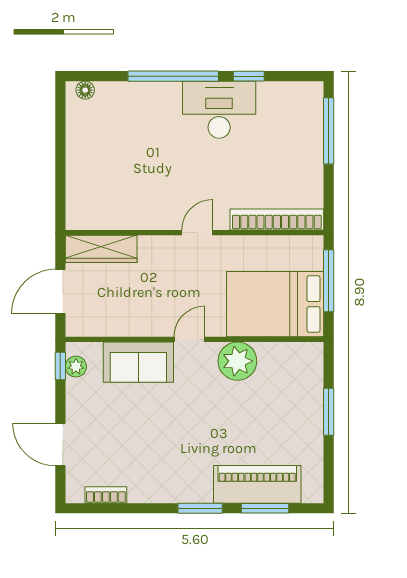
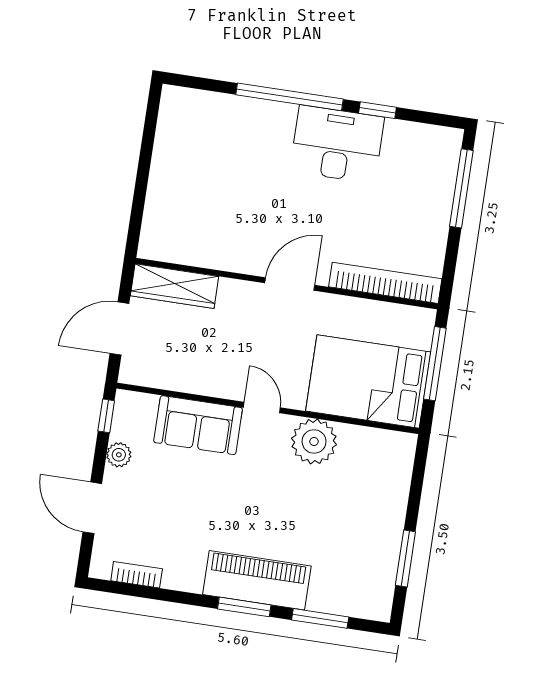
floor lamp: (85, 90) -> (184, 98), removed
door: (197, 233) -> (290, 284), width x1.38
door: (190, 339) -> (262, 408), hinge flipped
plant: (76, 367) -> (119, 455), moved
window: (329, 412) -> (405, 558), moved
piano: (257, 484) -> (257, 580), moved

